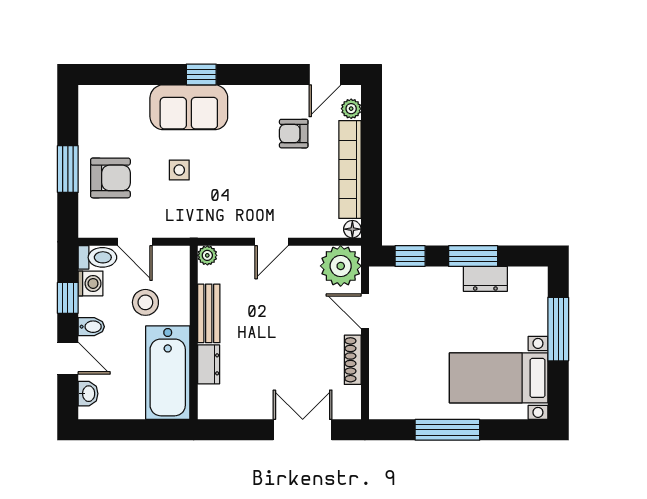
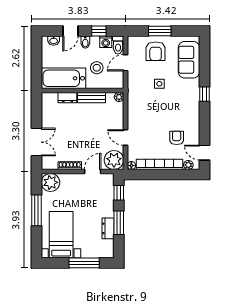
sofa: (189, 107) -> (189, 60), moved
door: (272, 242) -> (125, 138), moved
plant: (388, 400) -> (51, 182), added

